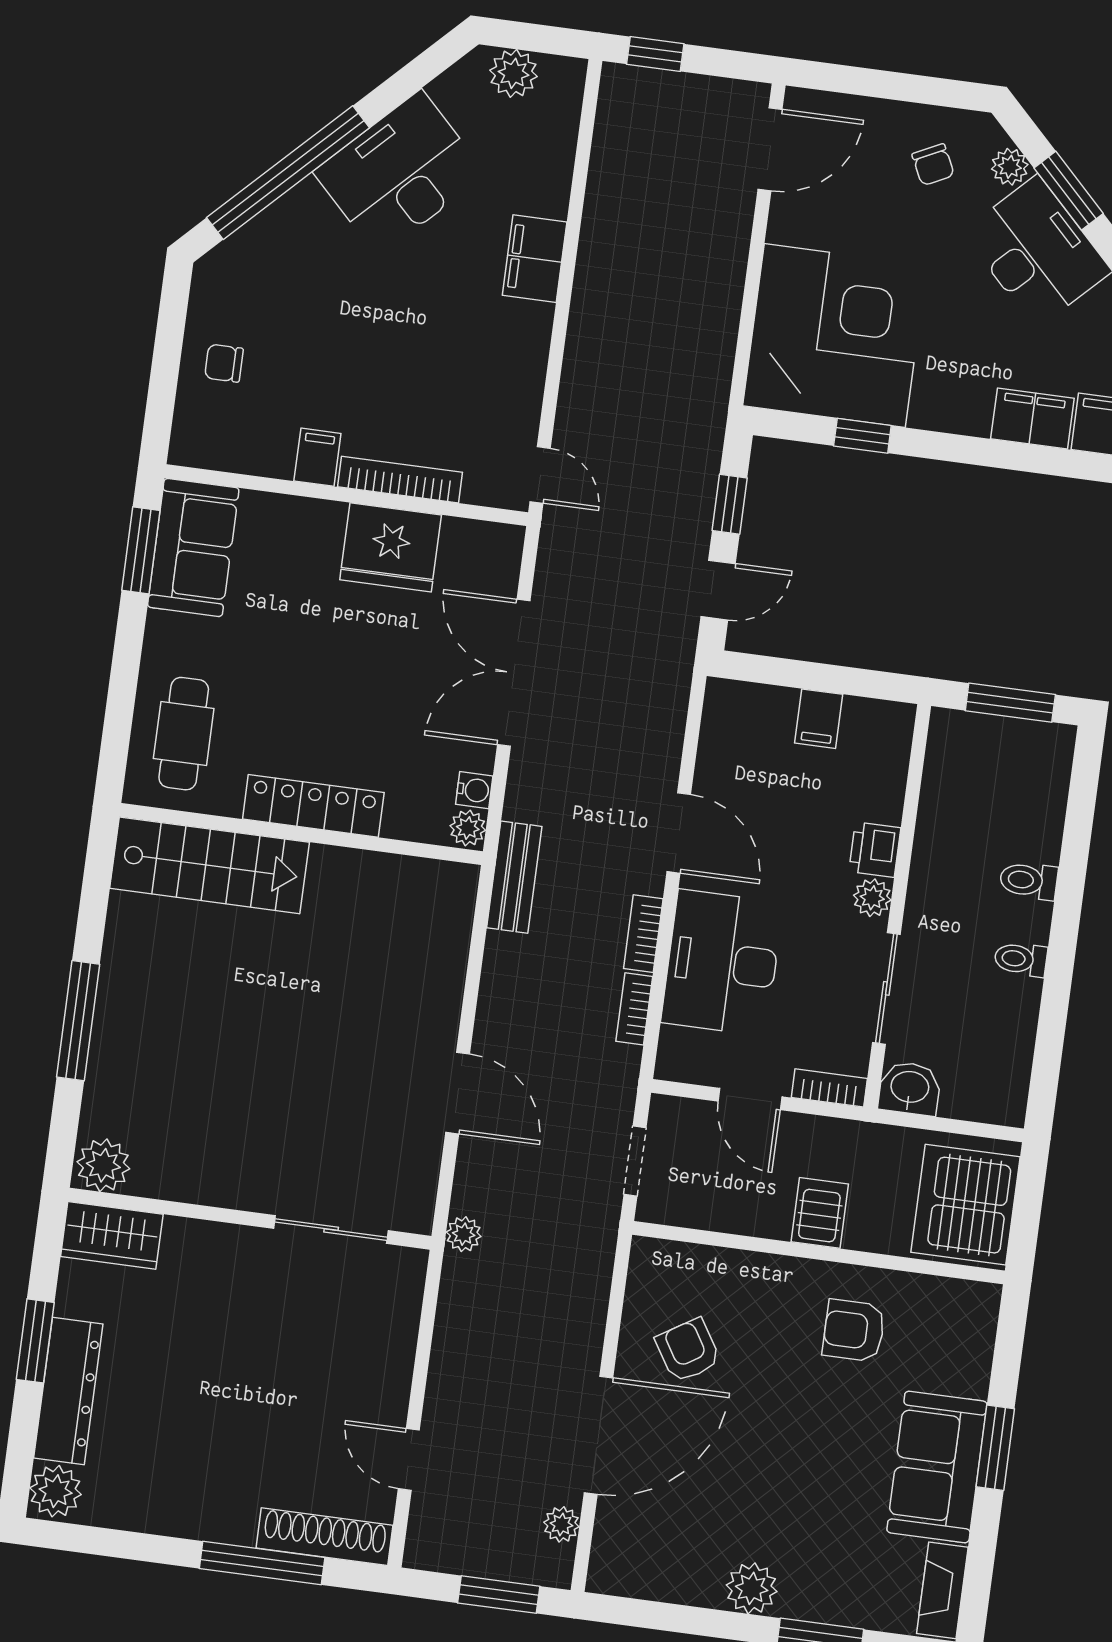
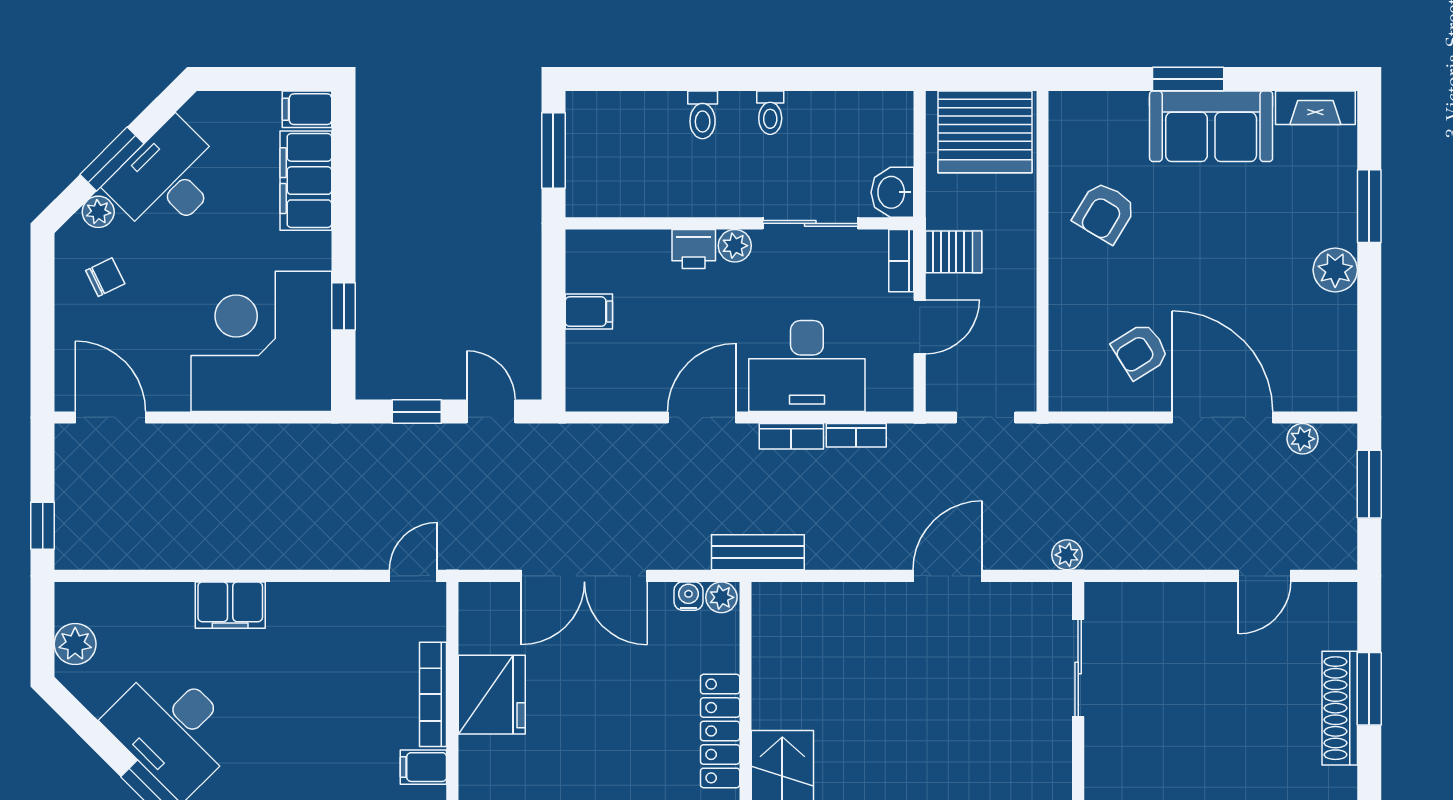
filing cabinet: (1032, 419) -> (306, 181), width x1.50, depth x1.17
server rack: (820, 1213) -> (954, 252), moved, turned 180
armchair: (854, 1330) -> (1105, 212), turned 31
shoe rack: (324, 1537) -> (1340, 708), moved
window: (262, 1563) -> (1369, 689), width x0.69

